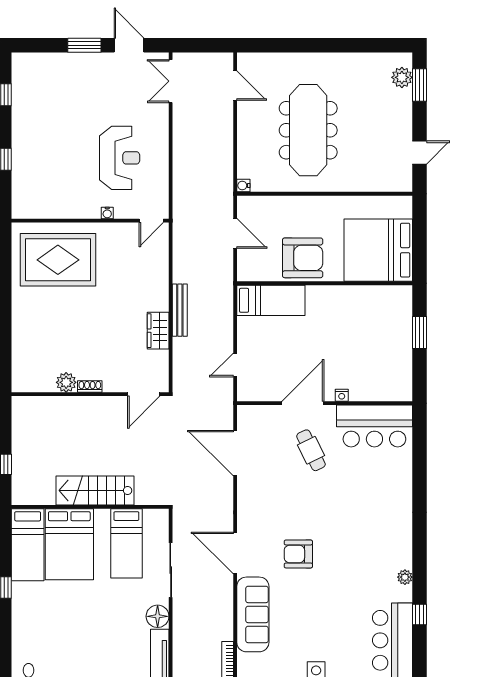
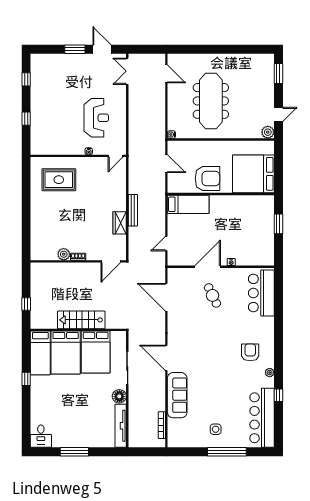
plant: (402, 77) -> (268, 132), moved
rug: (58, 260) -> (59, 180), width x0.73, depth x0.69
bar counter: (374, 426) -> (261, 293), moved, turned 90
bed: (126, 543) -> (96, 352), width x1.50
armchair: (298, 554) -> (250, 352), moved, turned 90

